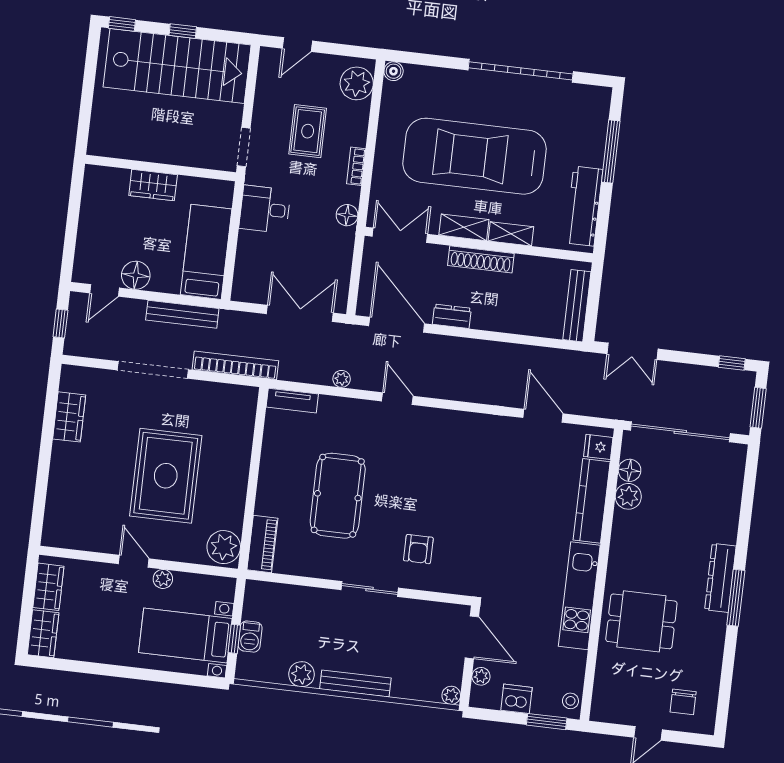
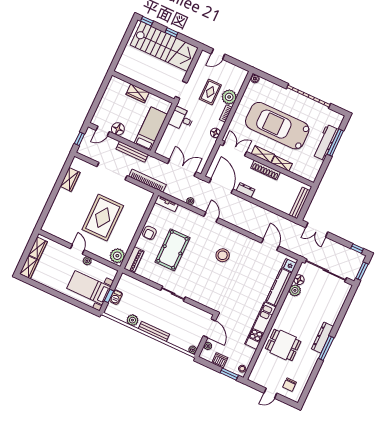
plant: (357, 83) -> (229, 97), moved
workbench: (584, 206) -> (325, 142), moved
stool: (449, 472) -> (223, 255), added
armchair: (418, 549) -> (149, 233), moved

